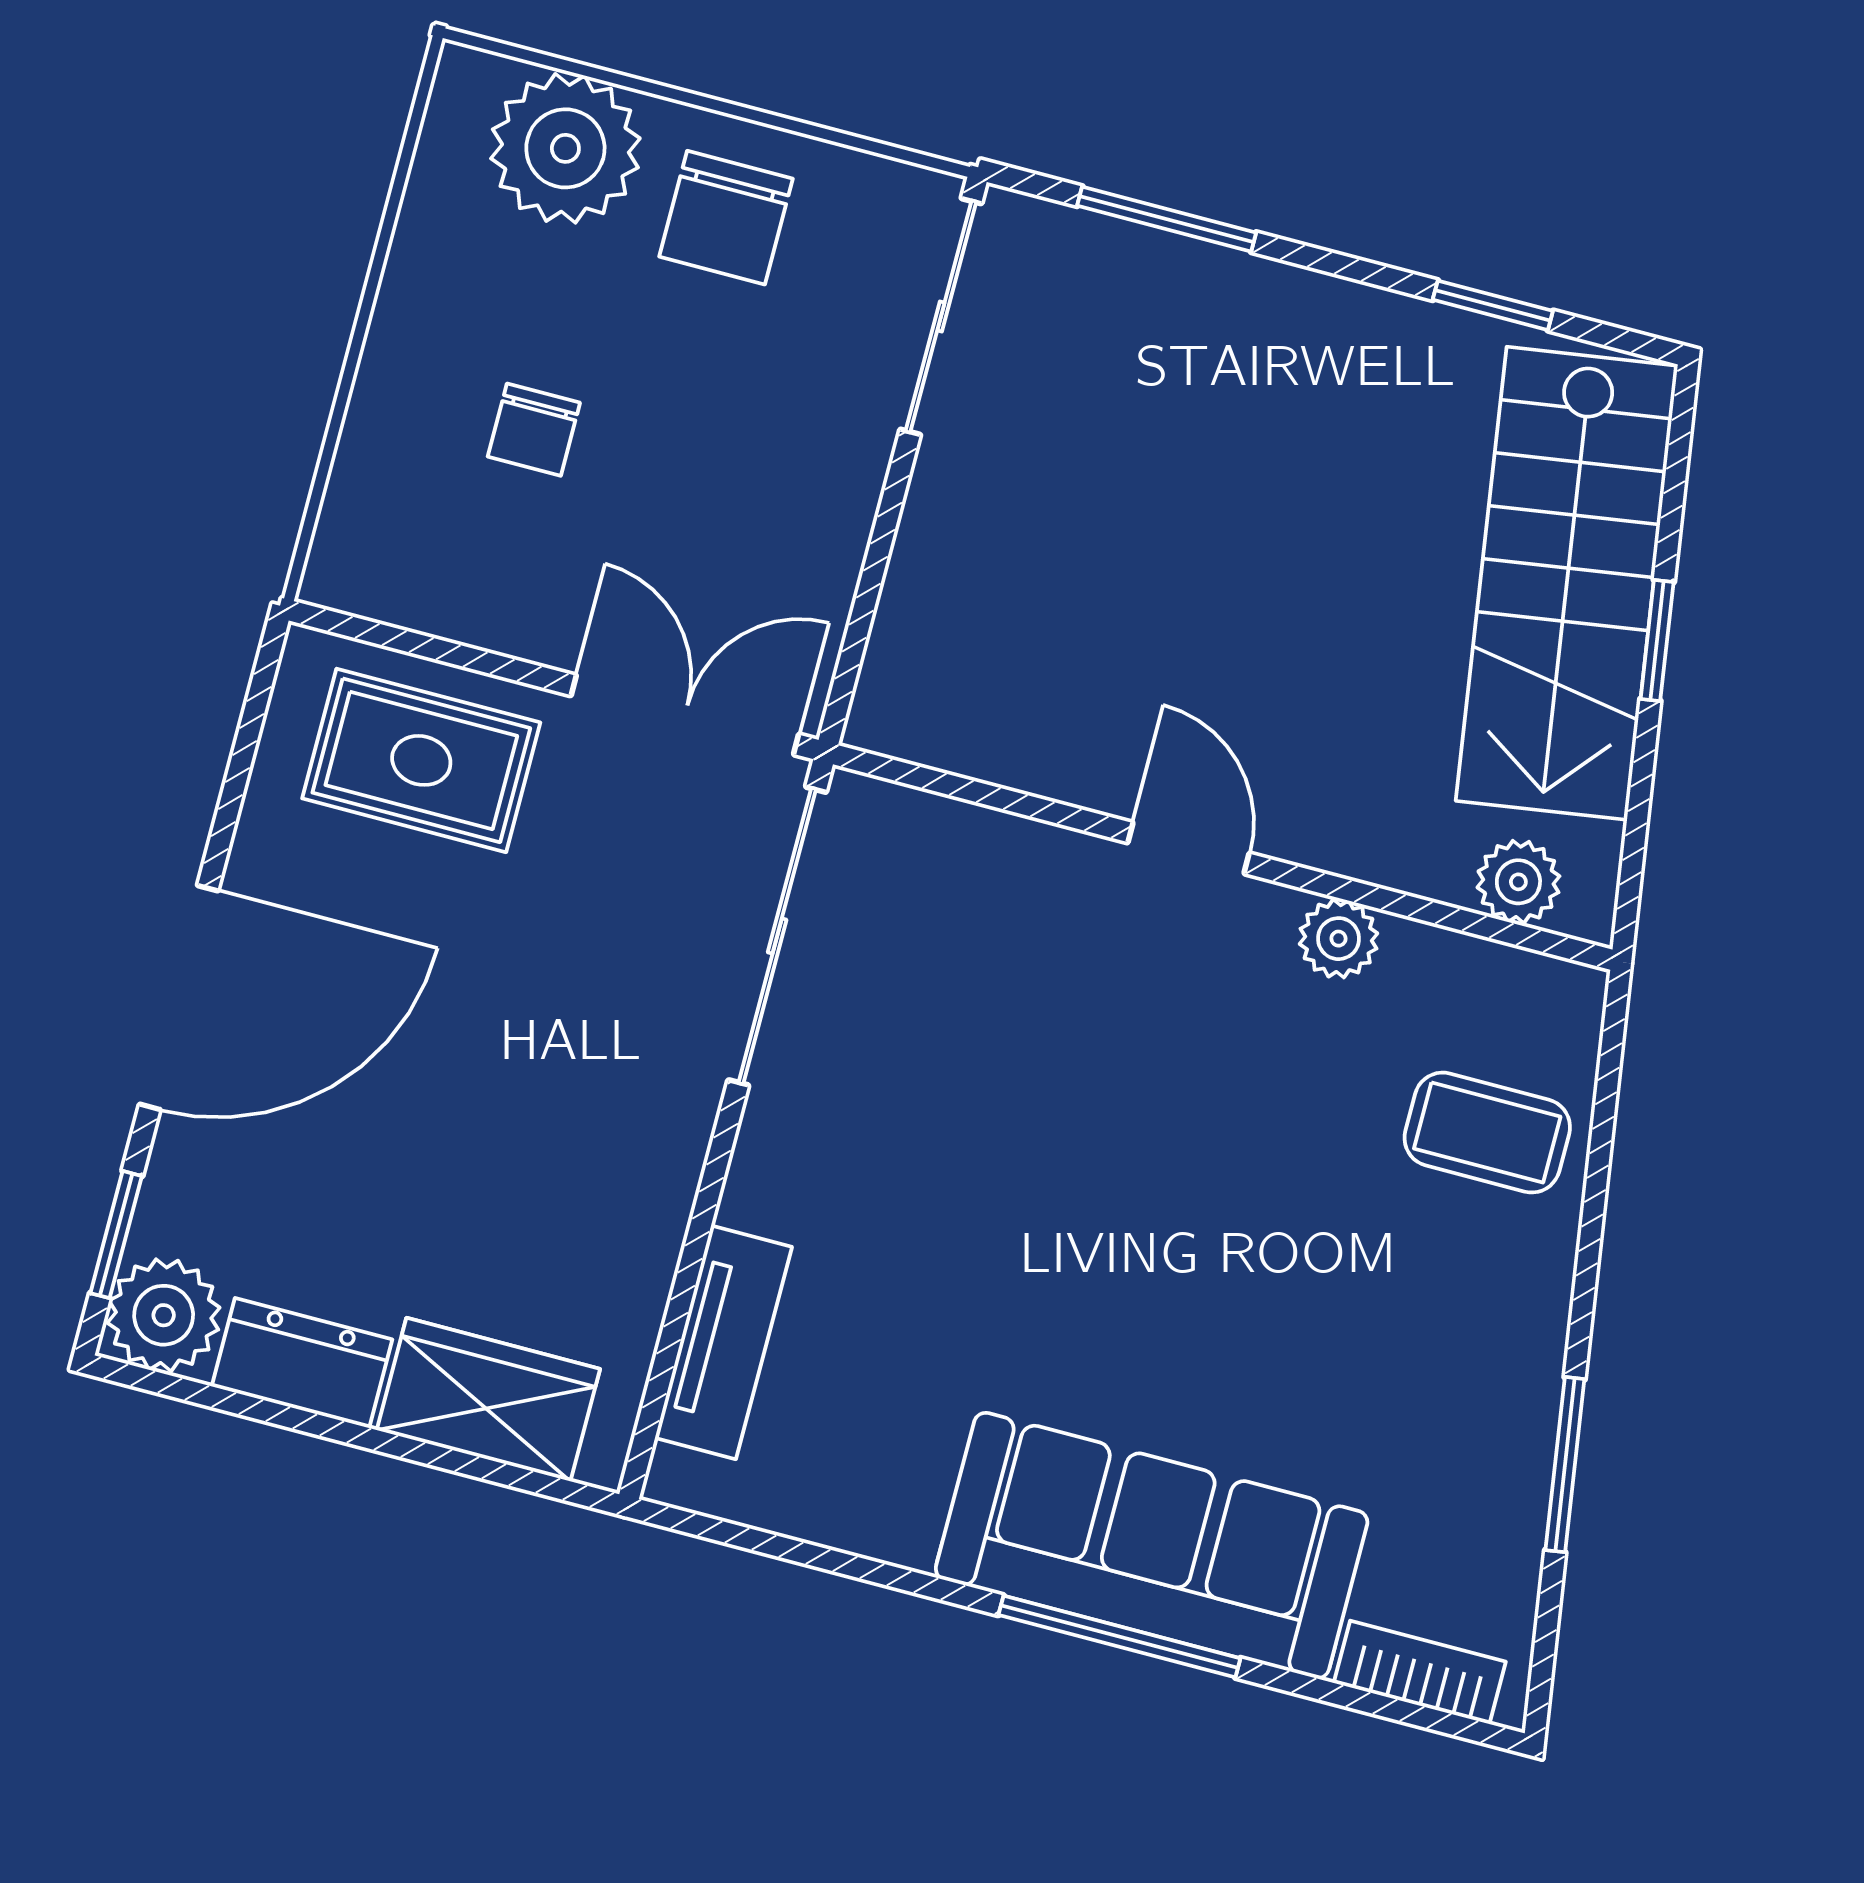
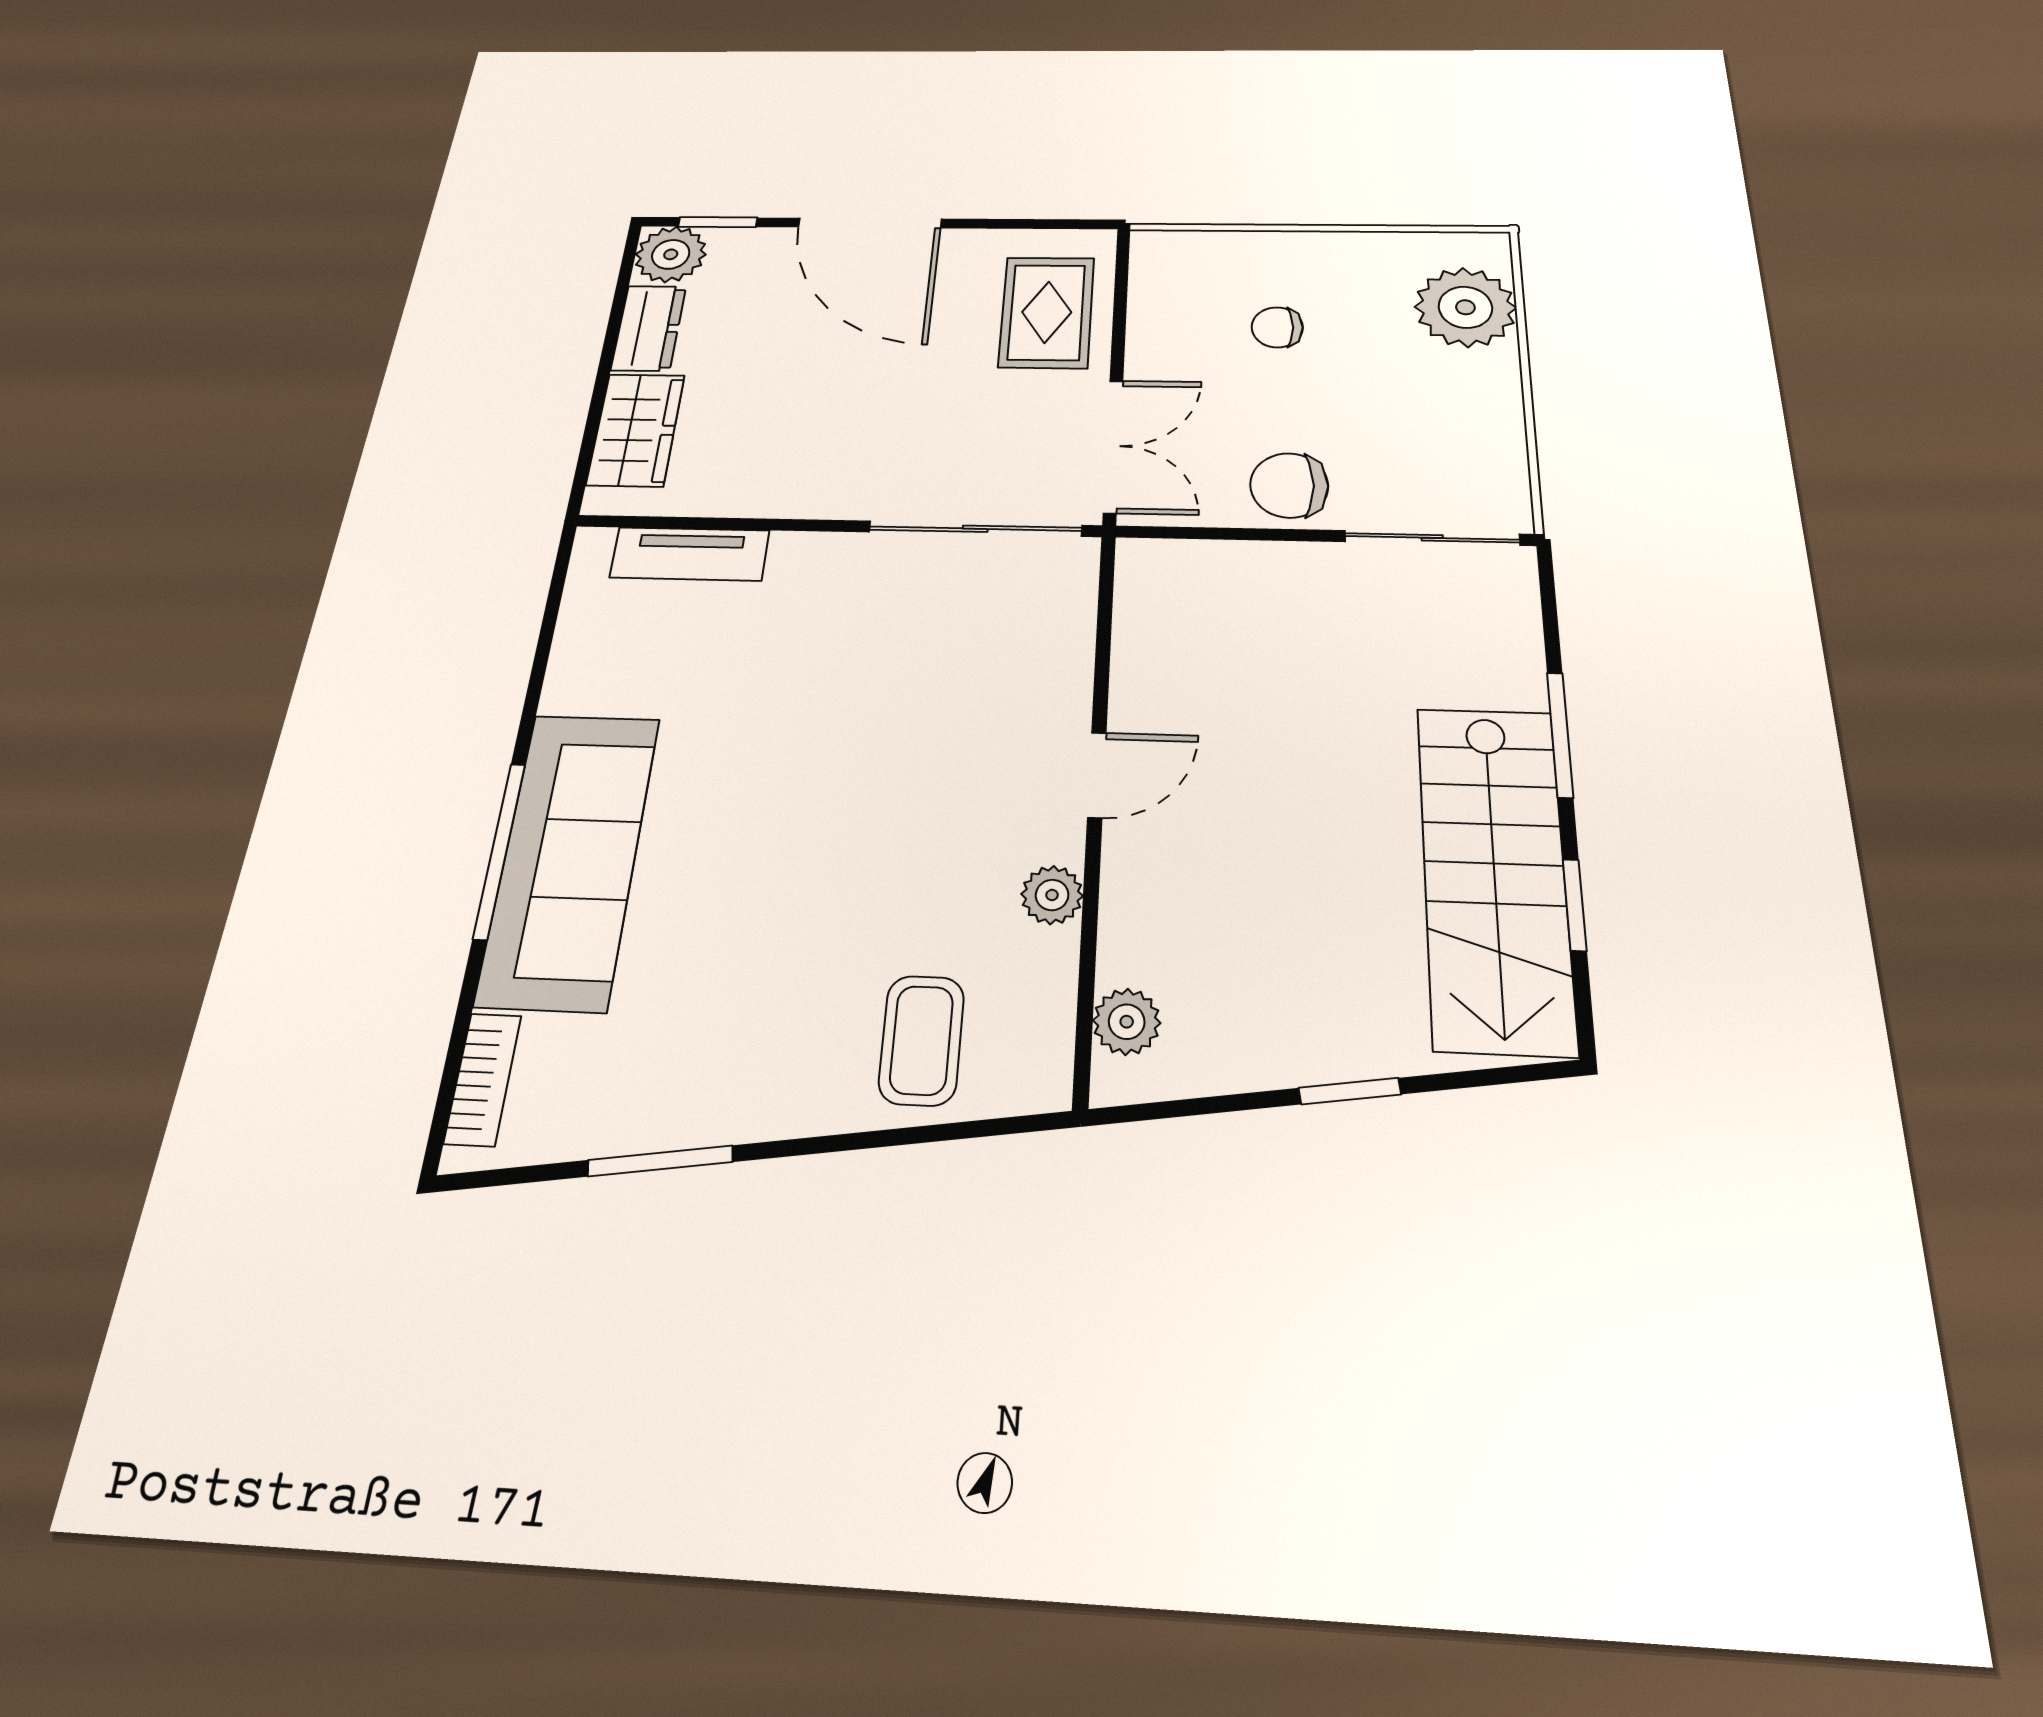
chair: (726, 218) -> (1289, 485), moved
window: (1167, 219) -> (1560, 734), moved
stairs: (1567, 583) -> (1494, 875), moved, turned -82

